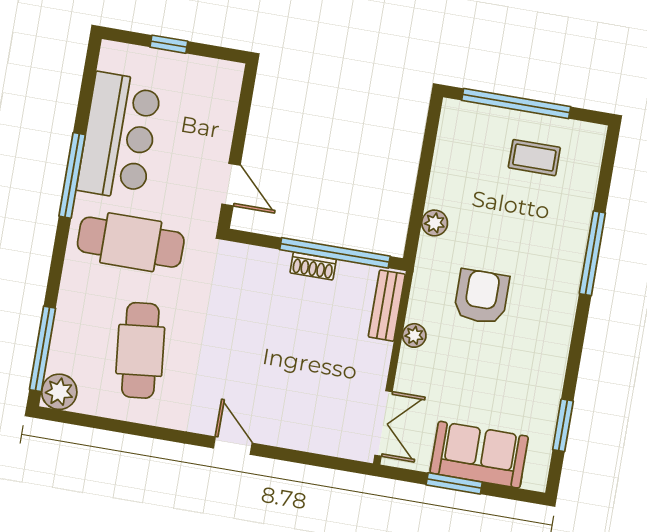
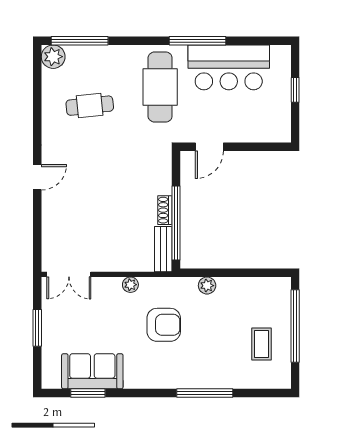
bench: (387, 306) -> (163, 249), moved, turned 90
cafe table: (140, 350) -> (90, 106), width x0.73, depth x0.74
sofa: (479, 455) -> (92, 371), moved, turned -90

